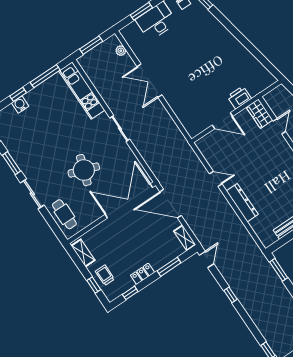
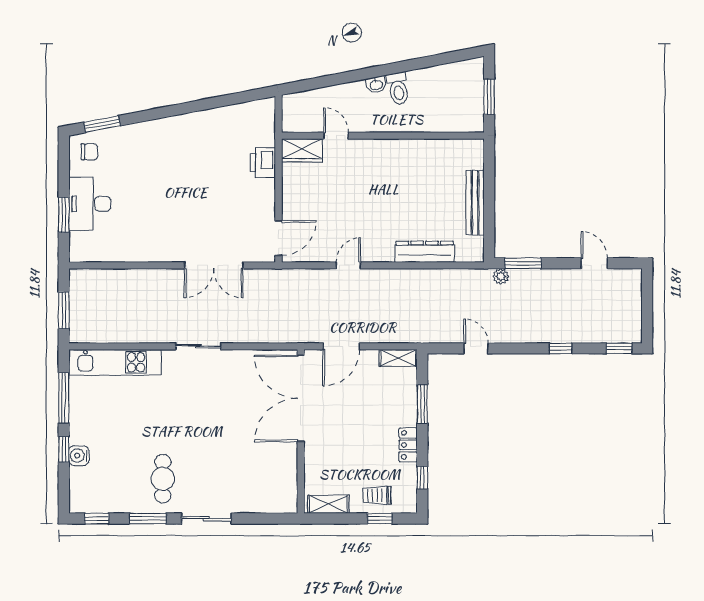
plant: (121, 51) -> (501, 276), moved
double door: (150, 81) -> (214, 265), moved
door: (222, 121) -> (278, 238), moved
round table: (84, 170) -> (221, 430), removed
dresser: (242, 203) -> (425, 252), moved
door: (171, 204) -> (341, 346), width x0.73
cafe table: (64, 214) -> (163, 479), moved, turned 90
door: (207, 259) -> (476, 348), moved
window: (230, 295) -> (561, 348), moved

